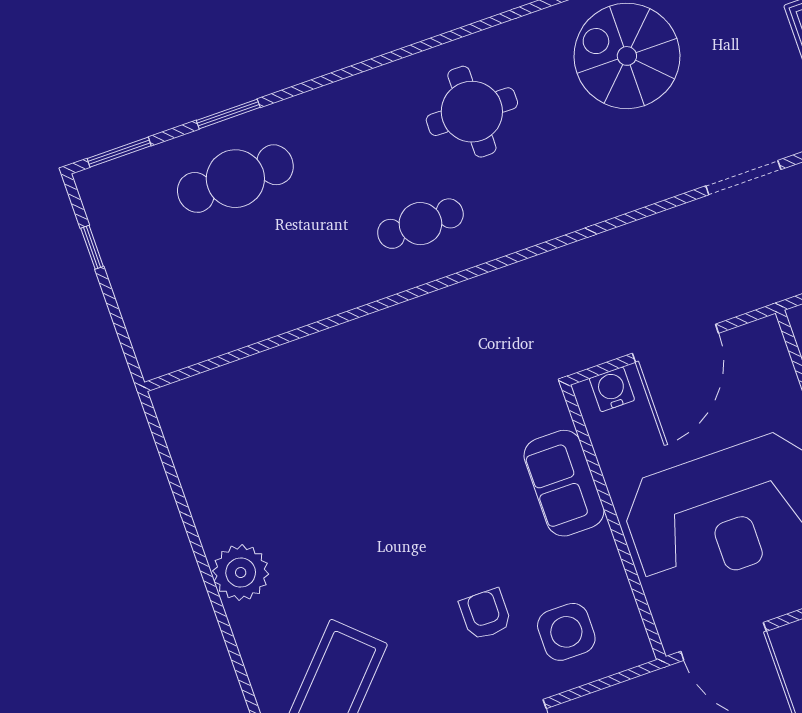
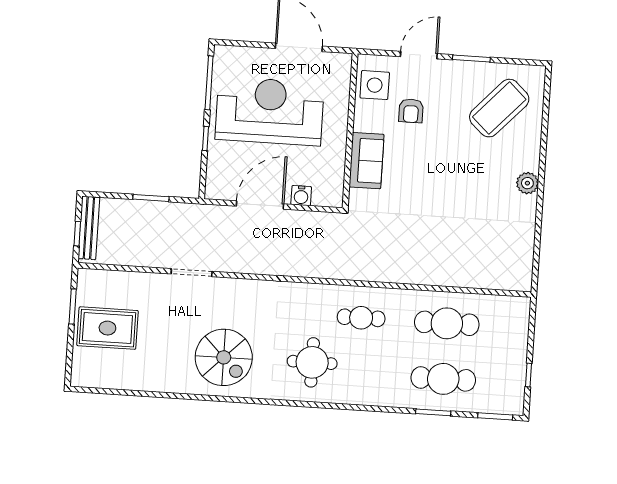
cafe table: (270, 276) -> (447, 323), added
sofa: (564, 483) -> (367, 161), moved
wall: (614, 522) -> (350, 131), moved
plant: (241, 573) -> (527, 183), width x0.73, depth x0.73

